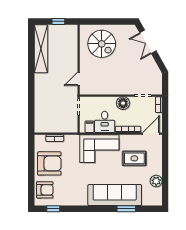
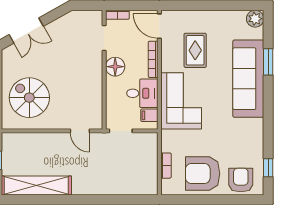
spiral stairs: (102, 44) -> (29, 98), turned -90
armchair: (49, 163) -> (203, 174), turned -90
plant: (156, 181) -> (255, 19), moved

